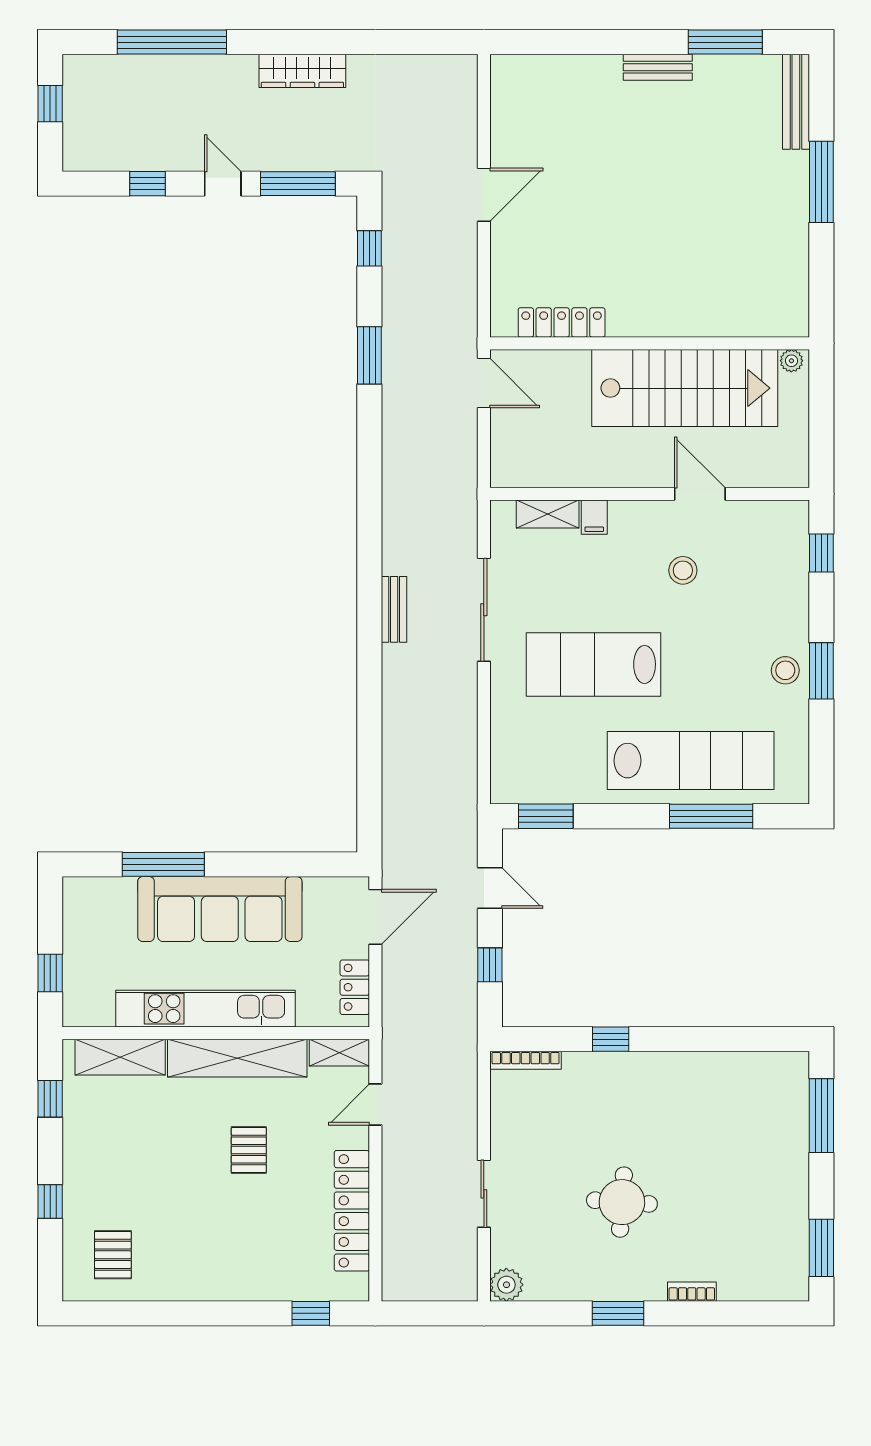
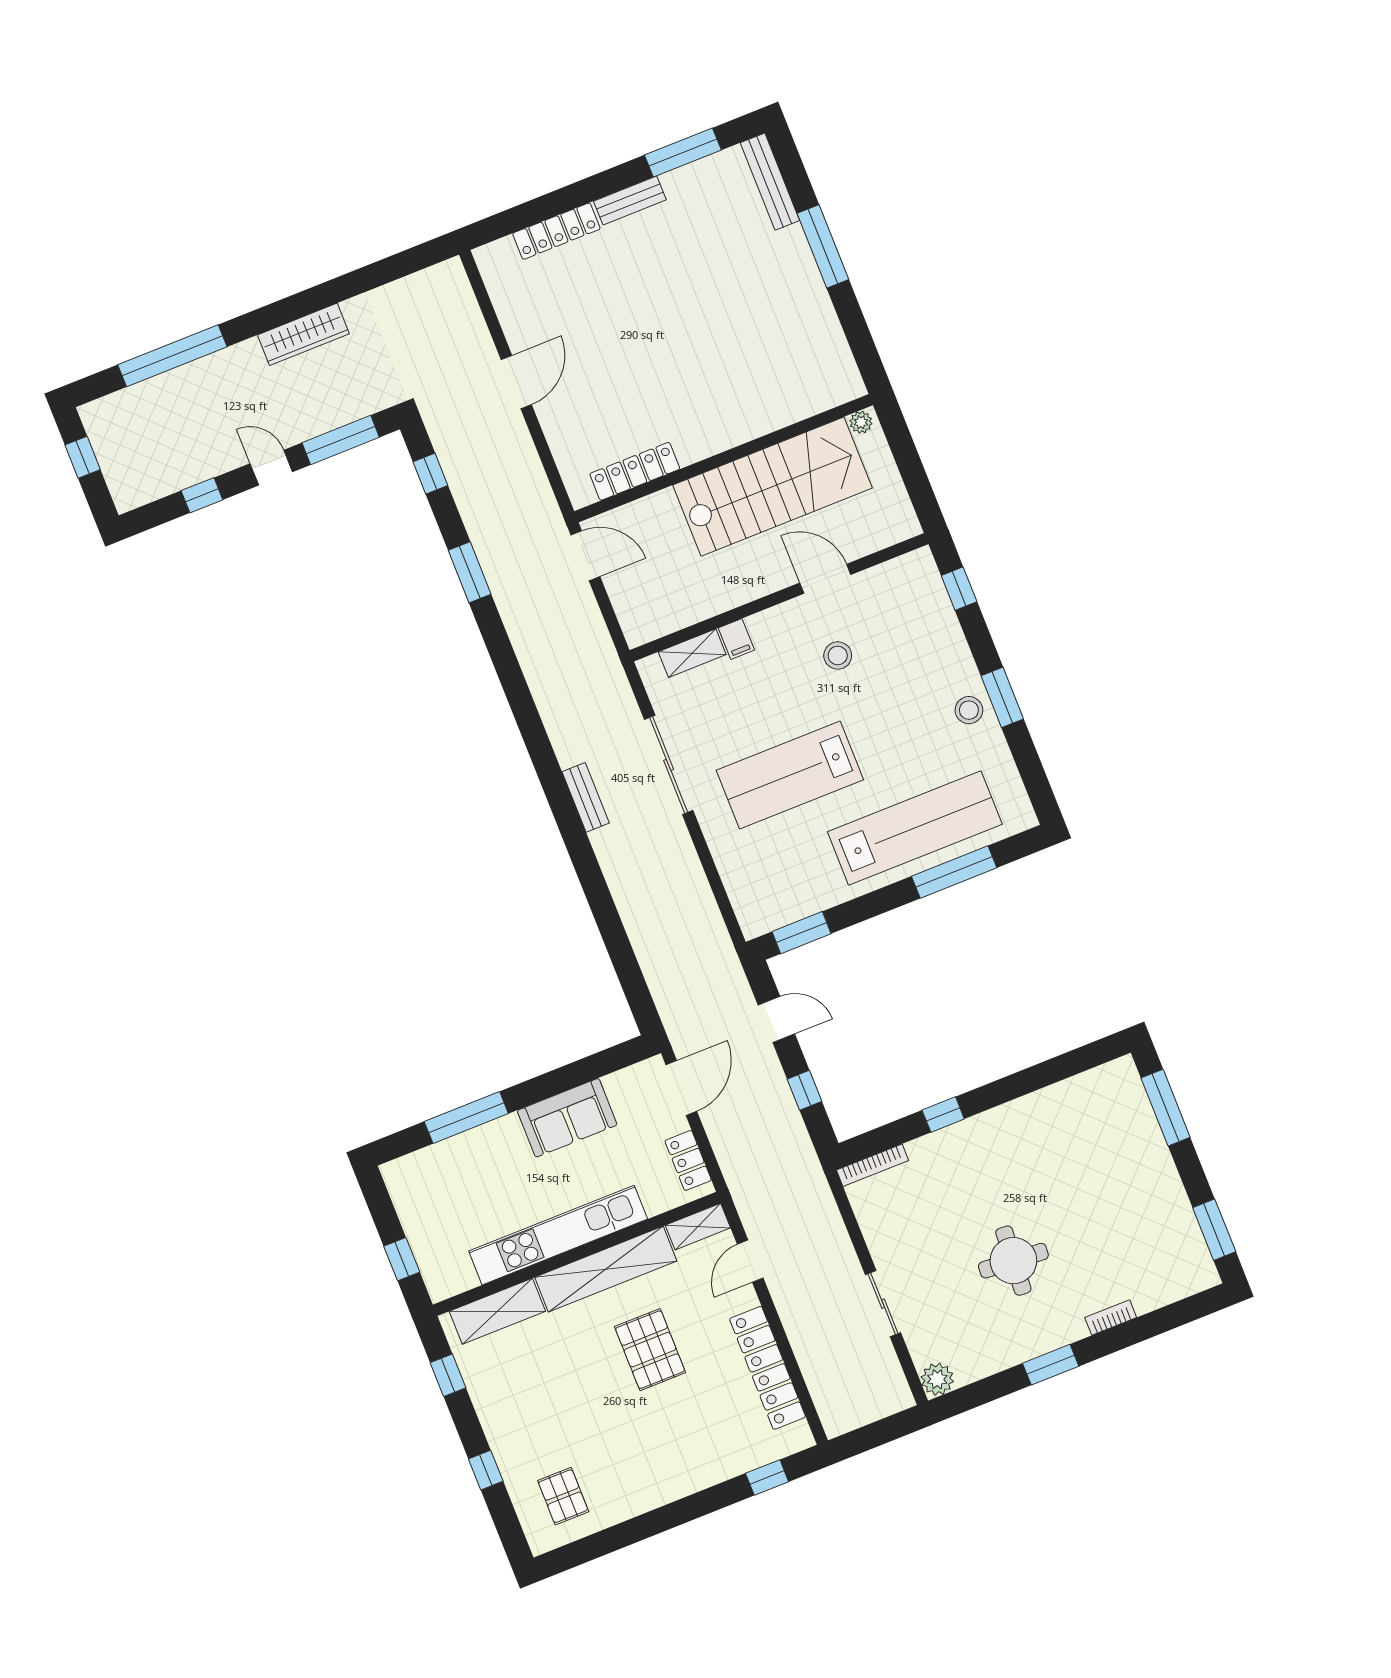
locker: (578, 68) -> (556, 231), added
sofa: (220, 909) -> (567, 1118), width x0.54, depth x0.79
pallet: (249, 1150) -> (650, 1350), width x1.50, depth x1.42

